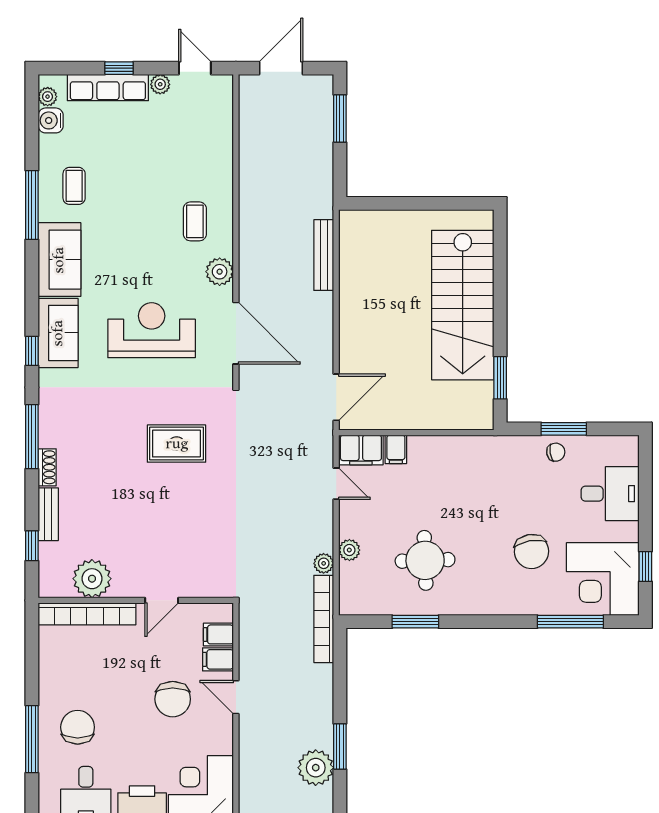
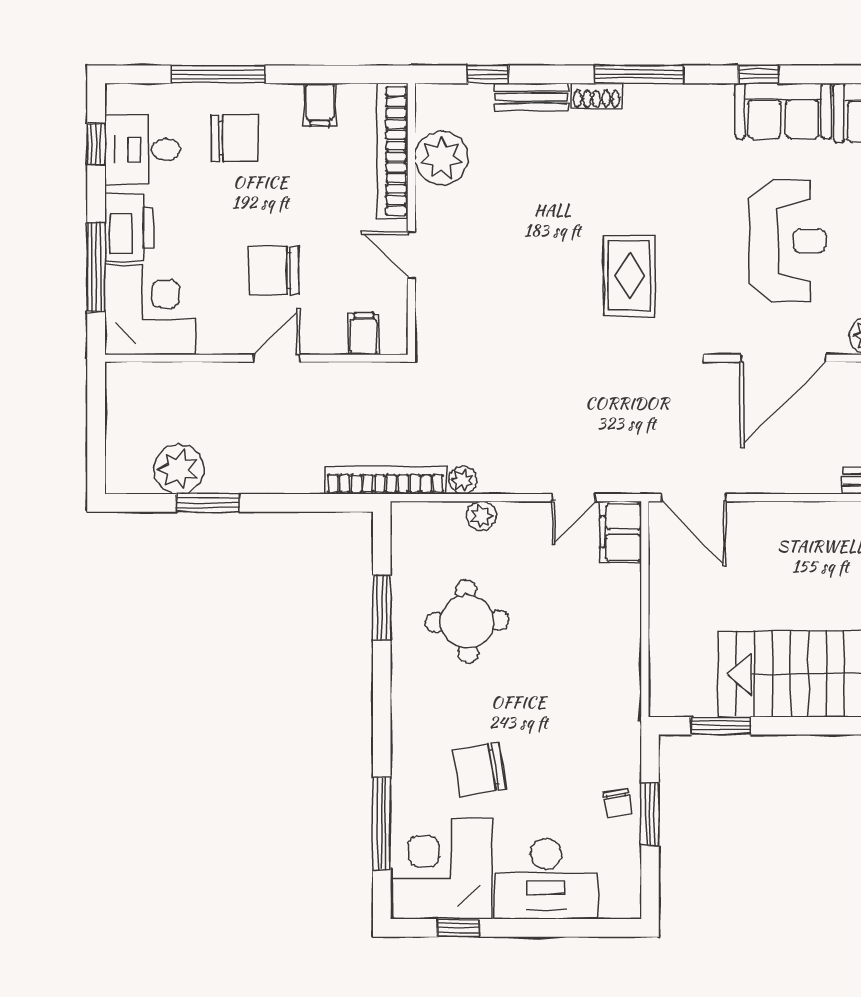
filing cabinet: (396, 449) -> (621, 581), removed
desk: (610, 494) -> (546, 879), width x1.37
filing cabinet: (218, 659) -> (320, 105), moved, turned 180

